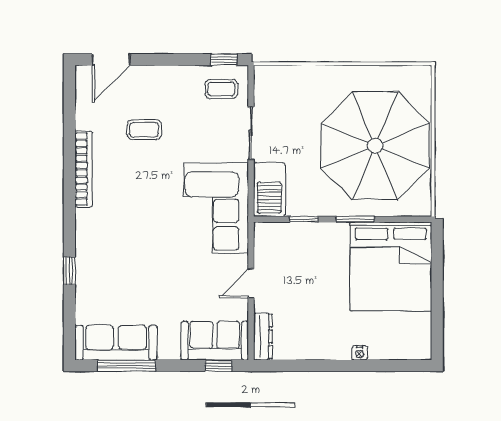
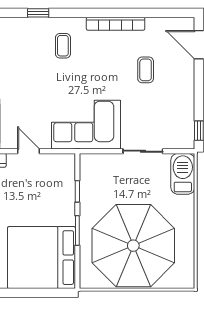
coffee table: (221, 89) -> (63, 46), moved
barbecue: (269, 190) -> (183, 174), moved, turned 90

